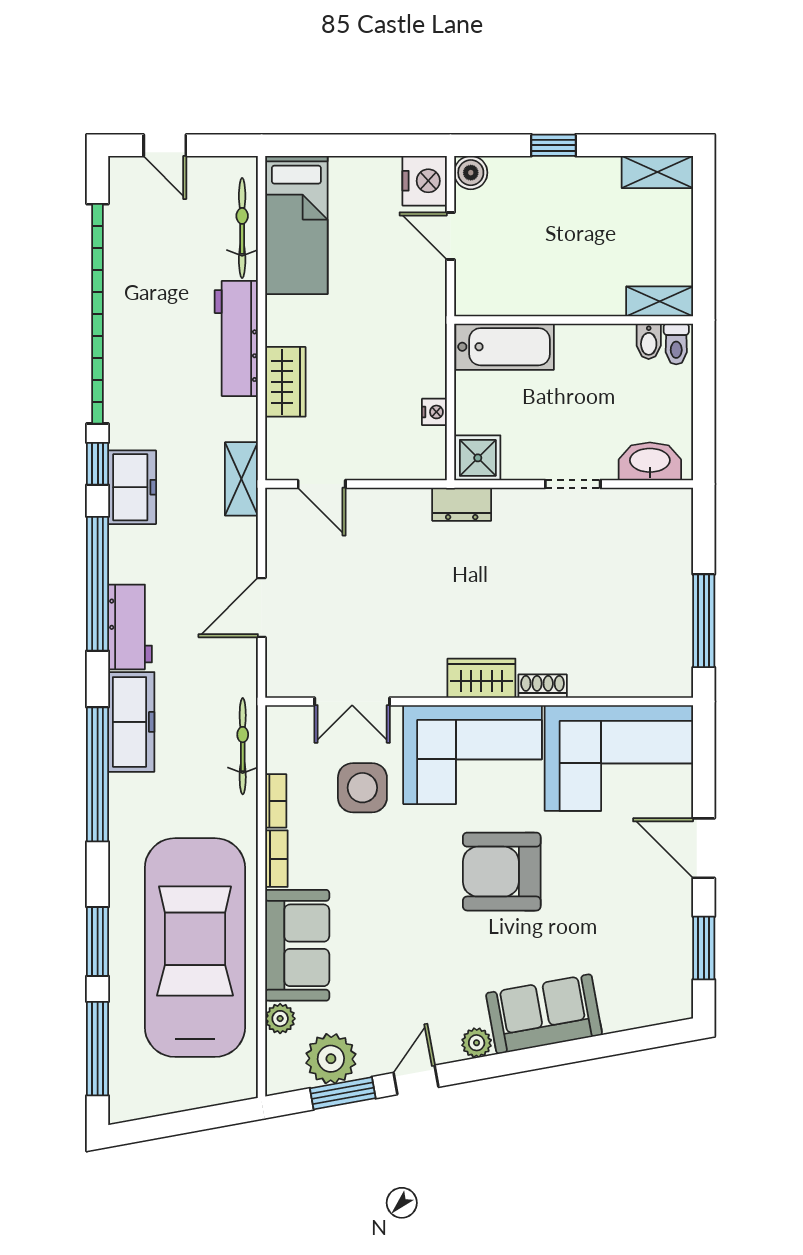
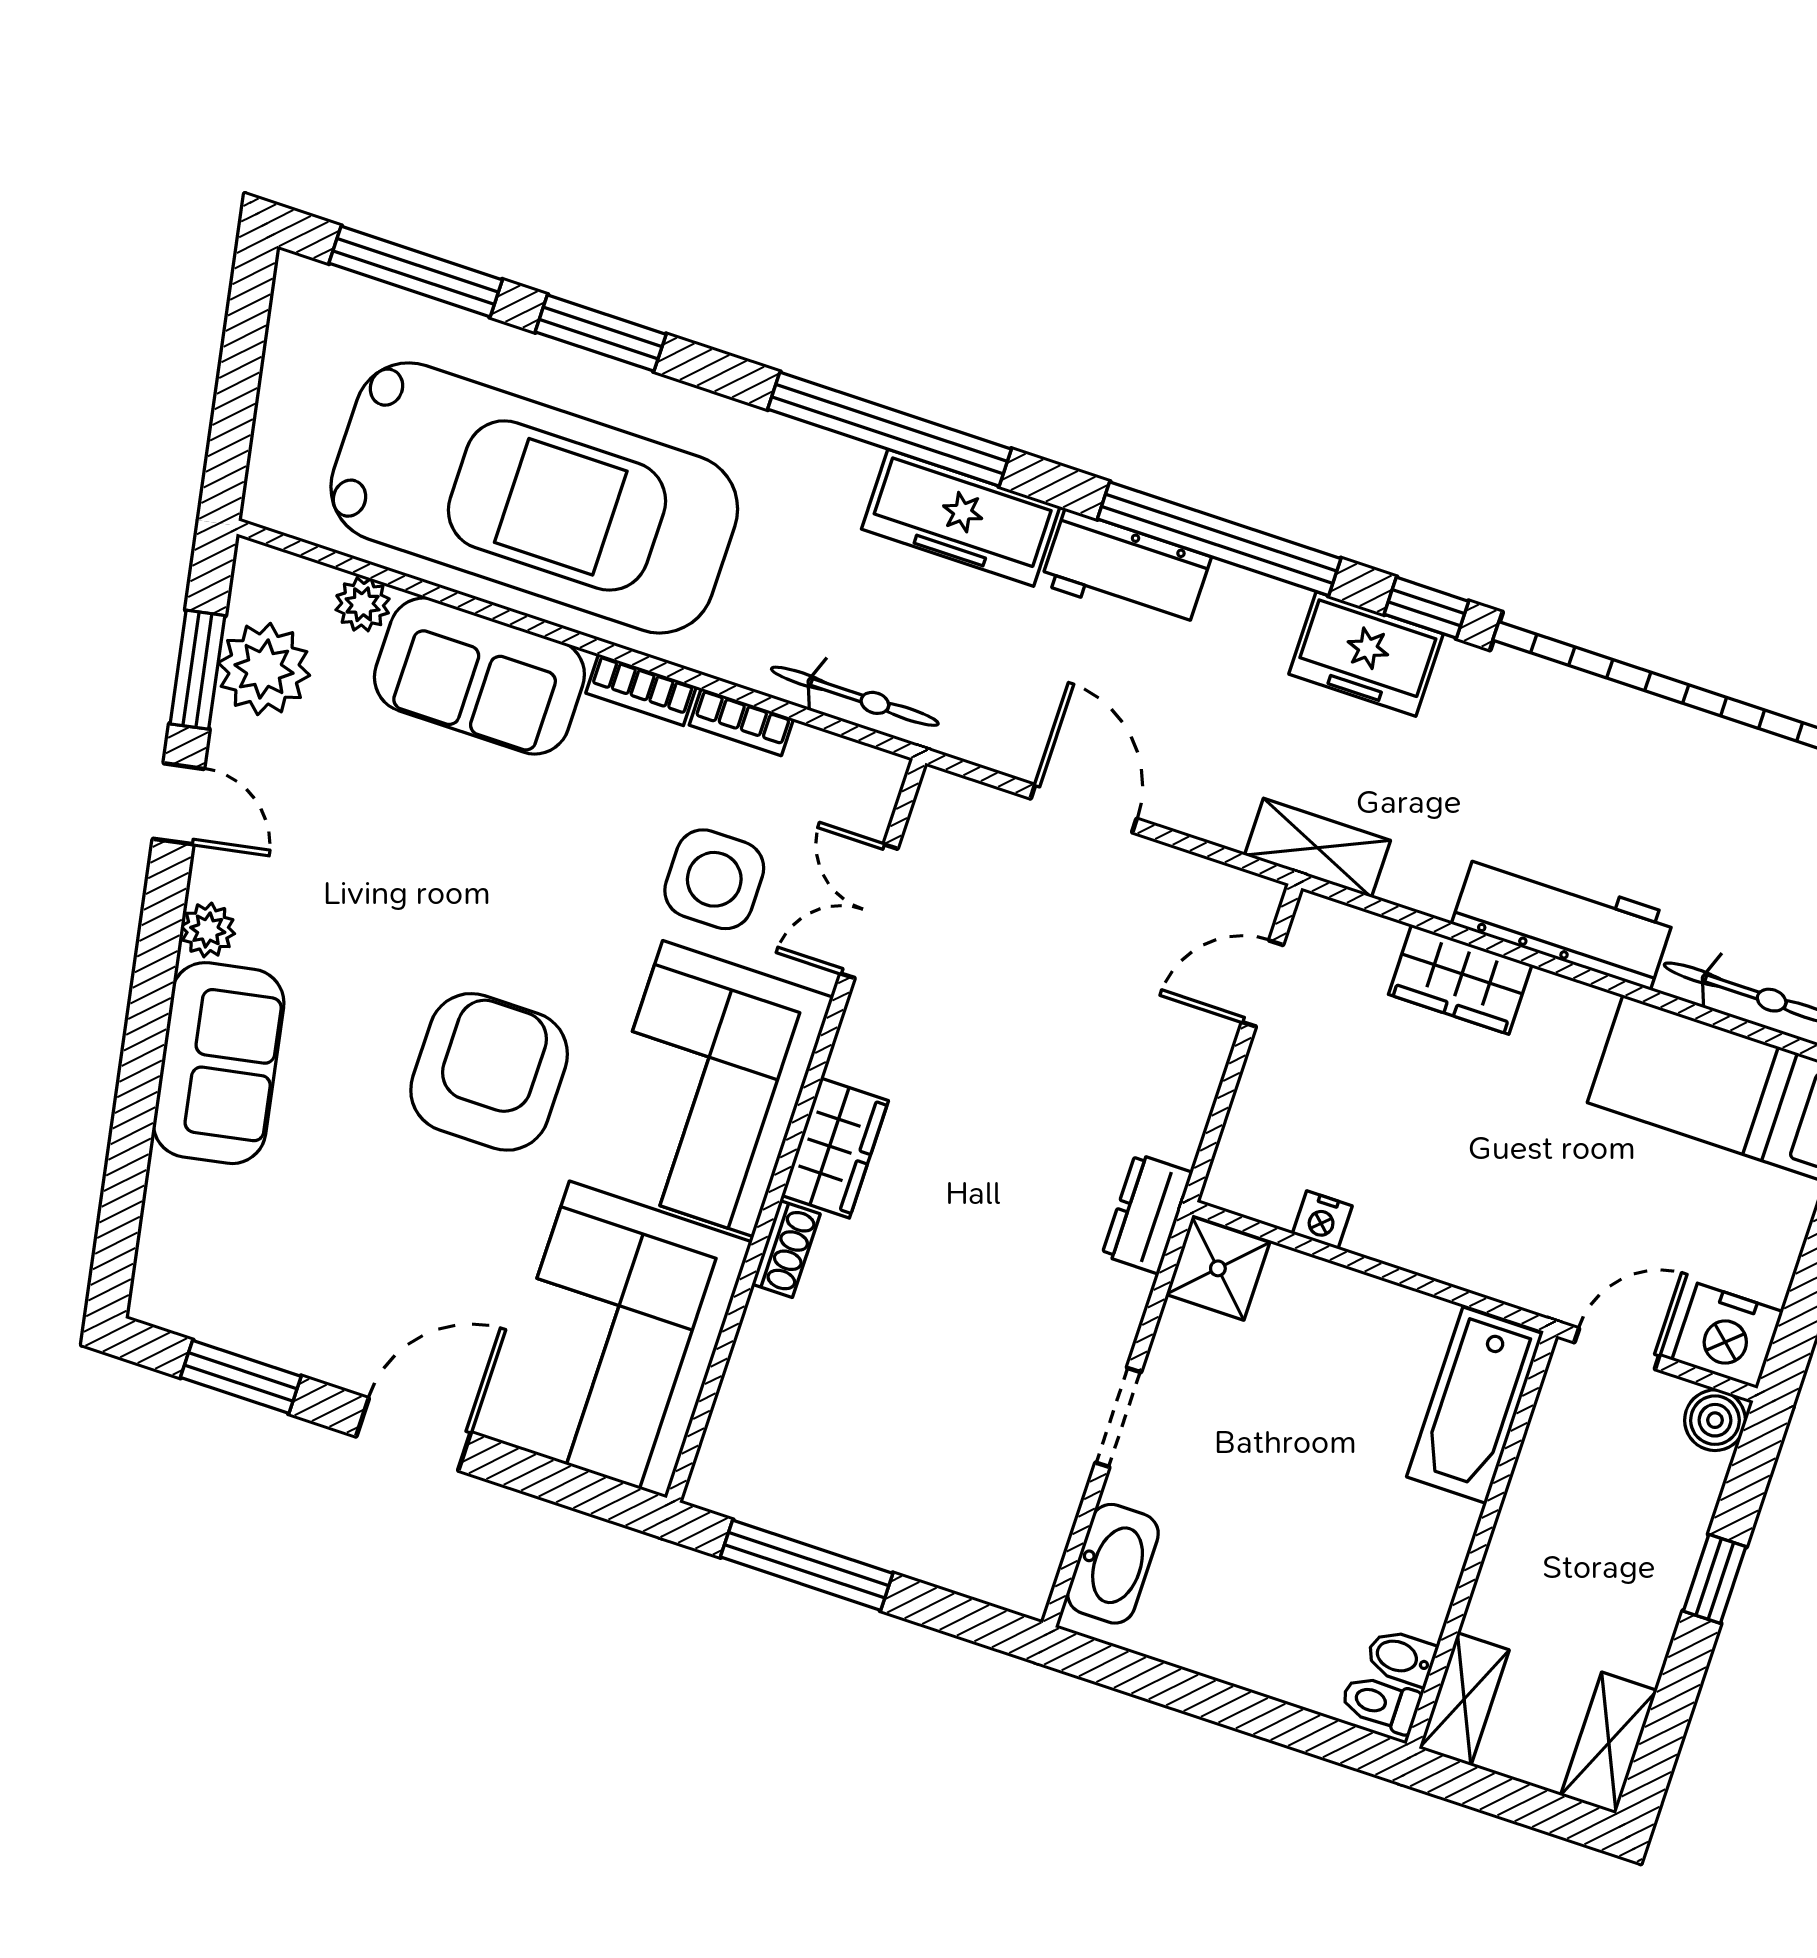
shelving: (660, 301) -> (1464, 1699), moved
wall: (574, 320) -> (1481, 1540), moved
bidet: (649, 341) -> (1401, 1657), moved
toilet: (676, 344) -> (1381, 1703), moved
bathtub: (505, 347) -> (1475, 1405), moved

